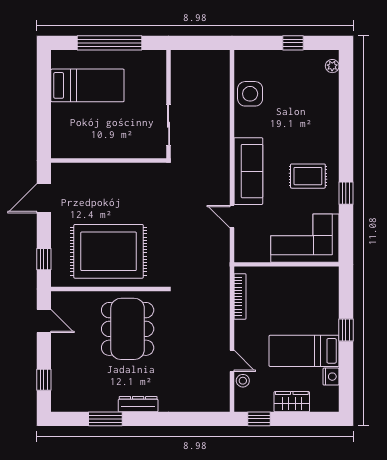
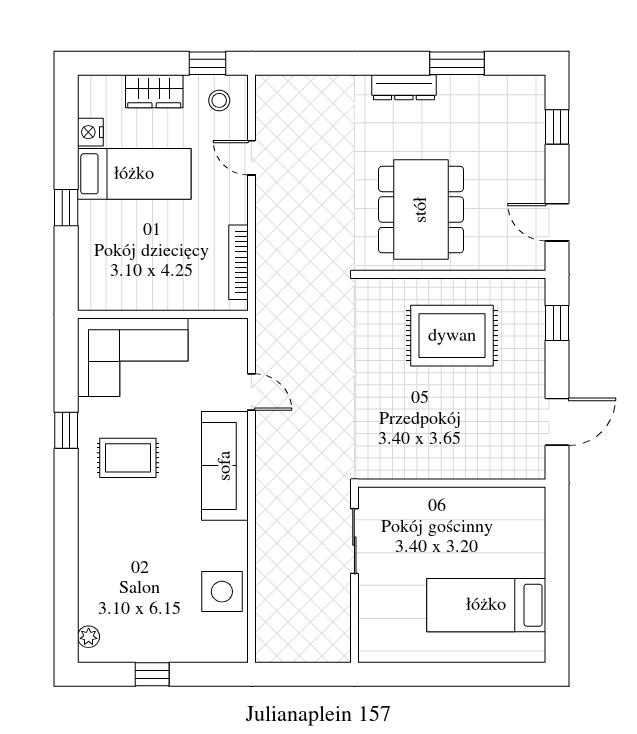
window: (109, 43) -> (451, 674), removed
rug: (109, 251) -> (452, 336), width x0.73, depth x0.69
stool: (243, 381) -> (219, 100), moved

